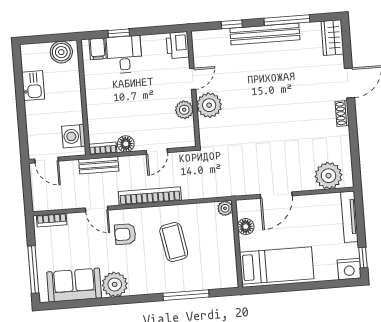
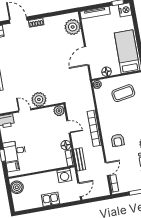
kitchen sink: (33, 86) -> (50, 199), moved
plant: (184, 110) -> (59, 111), moved
door: (276, 195) -> (87, 56), swing flipped
door: (97, 209) -> (107, 169), moved
coffee table: (174, 242) -> (123, 93), moved

